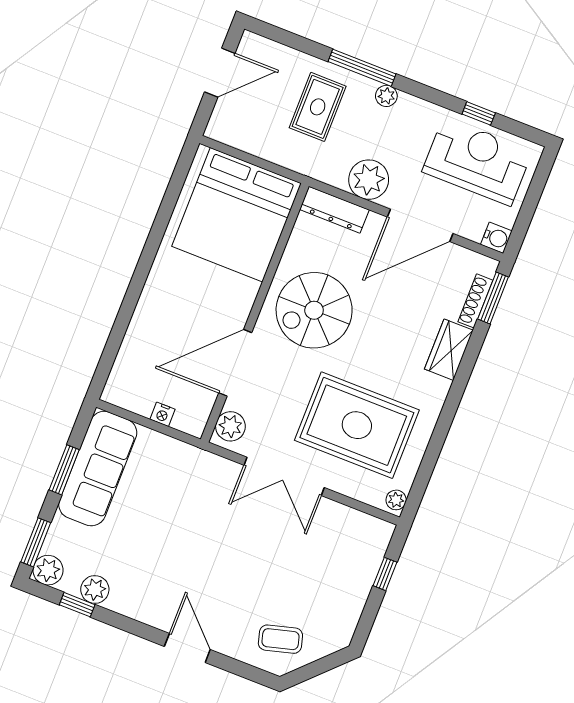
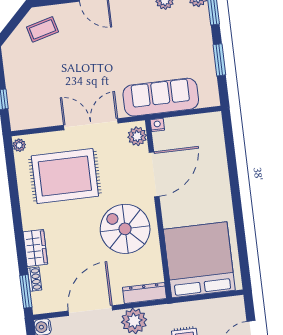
shoe rack: (475, 301) -> (35, 279), width x0.70
spiral stairs: (314, 310) -> (125, 229), turned -90
nightstand: (162, 414) -> (157, 125), moved
sofa: (98, 469) -> (161, 97), moved, turned 90

